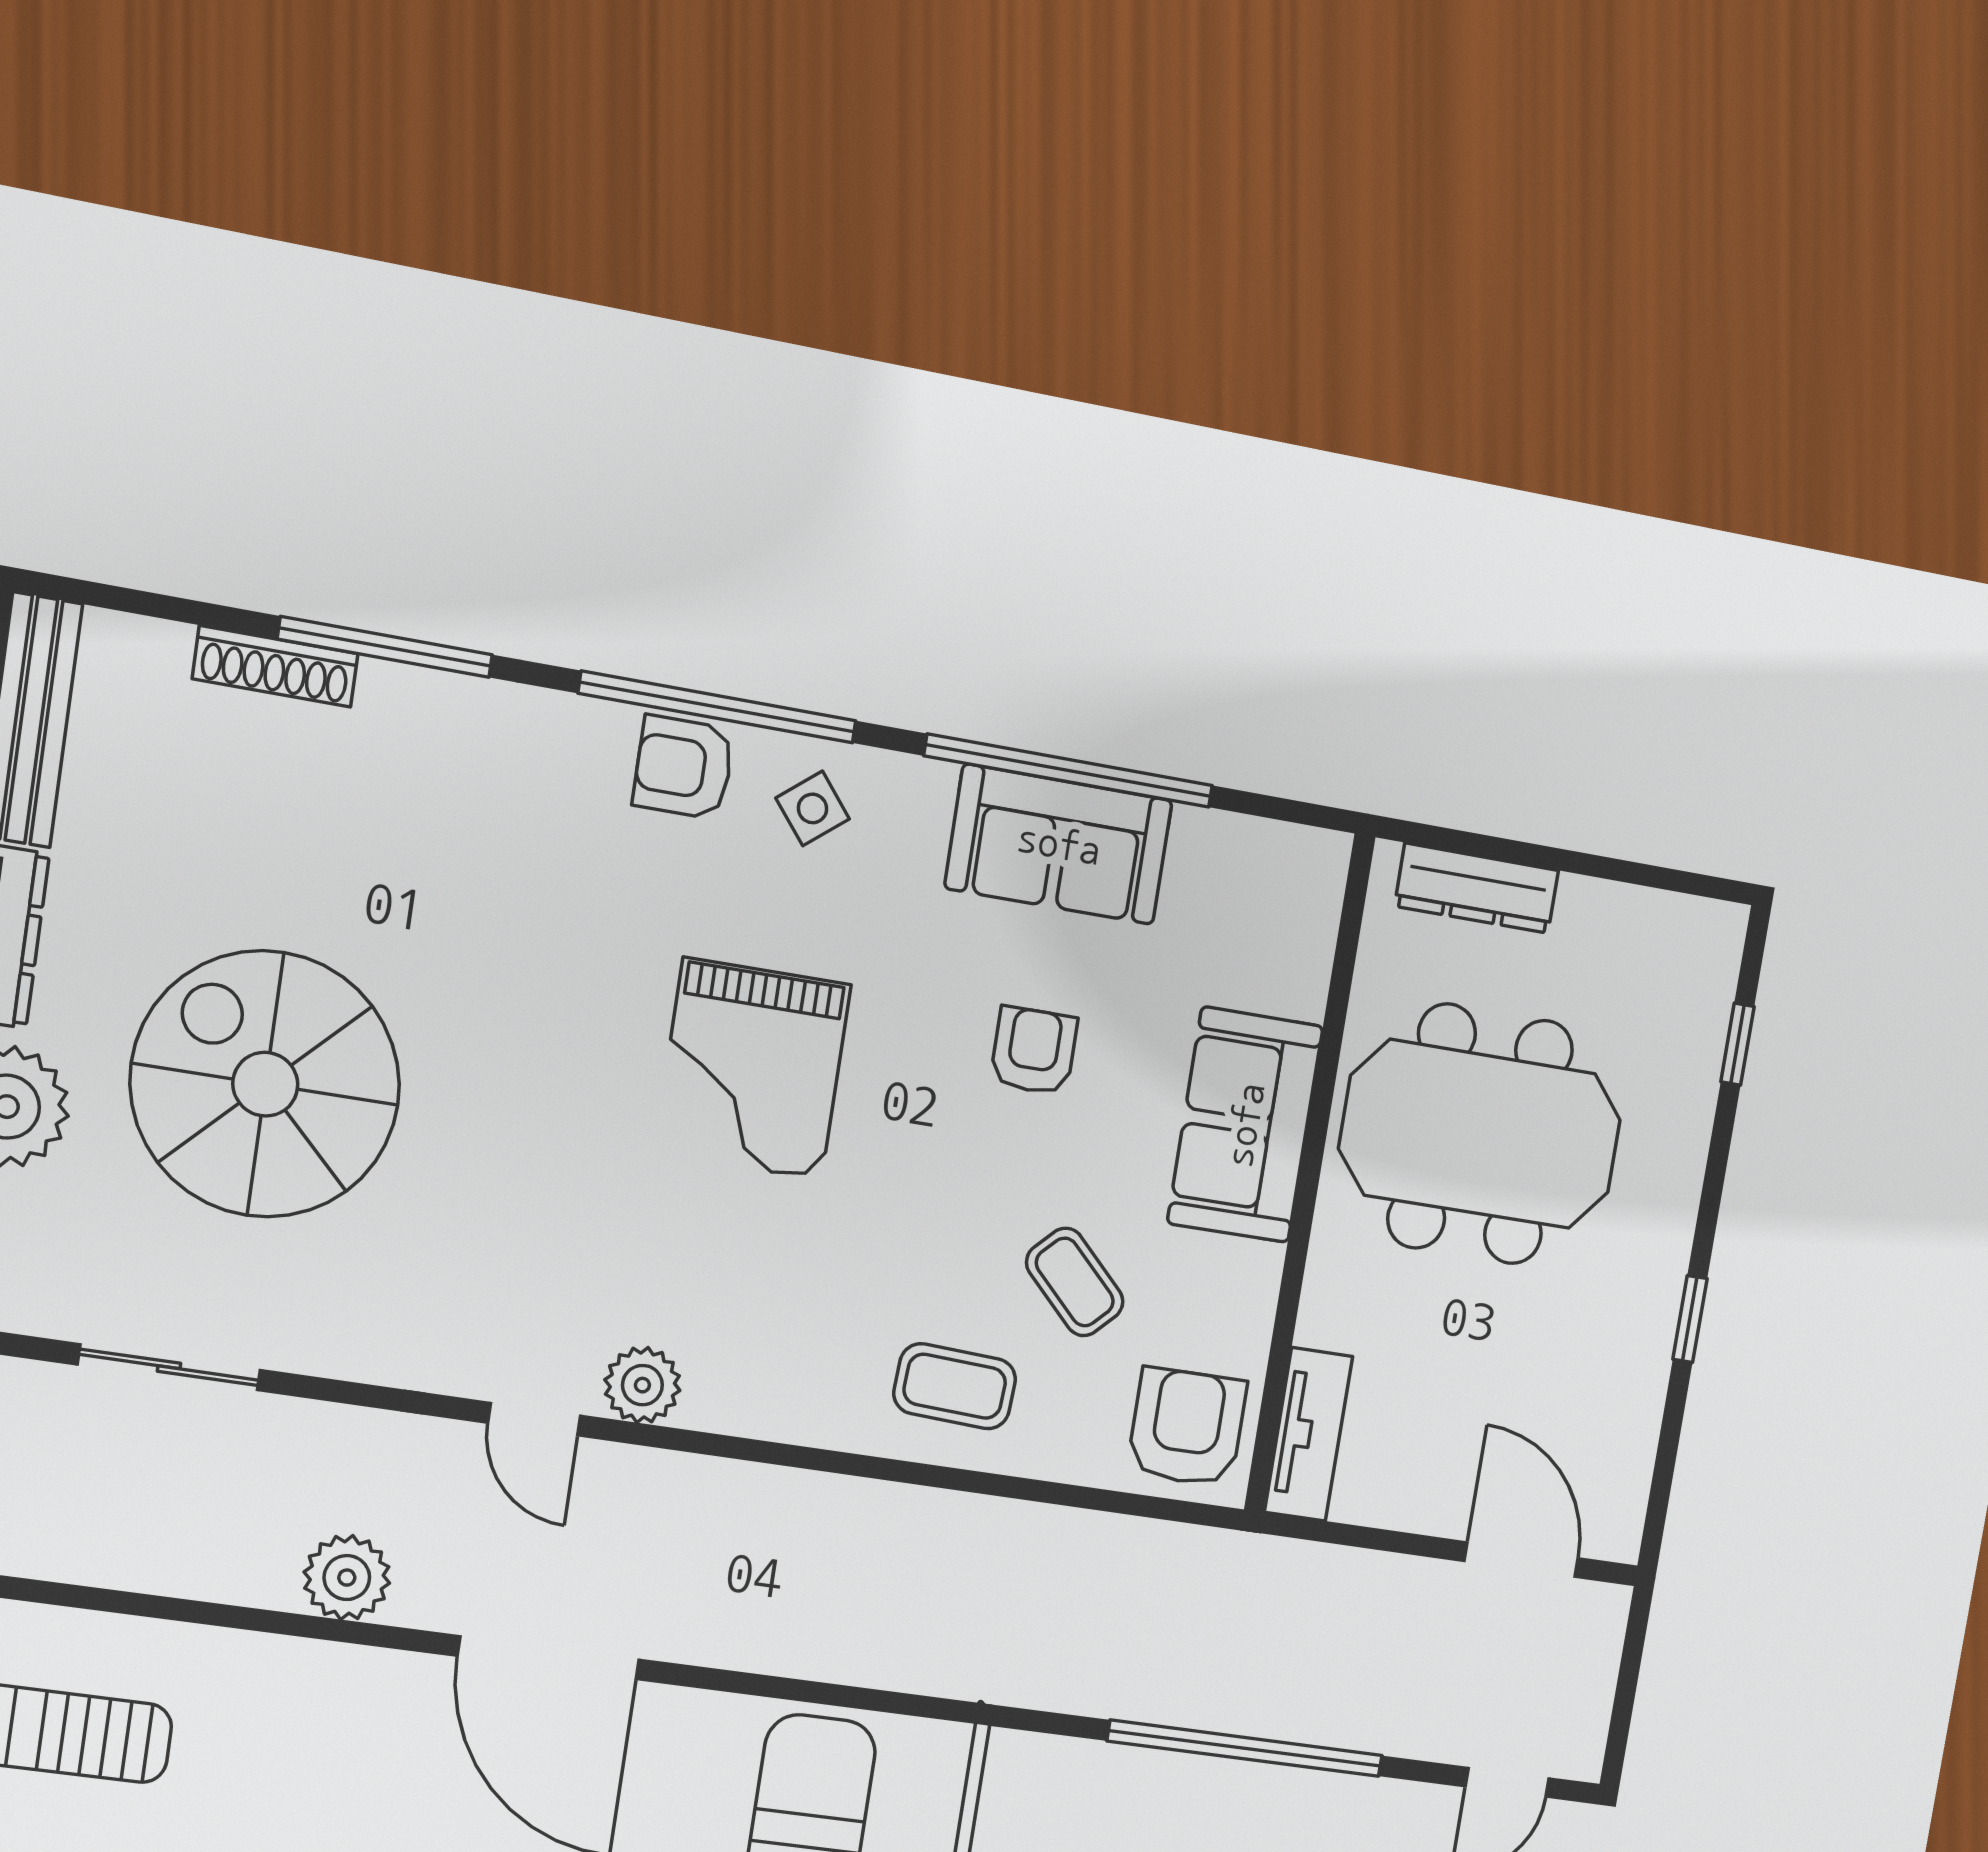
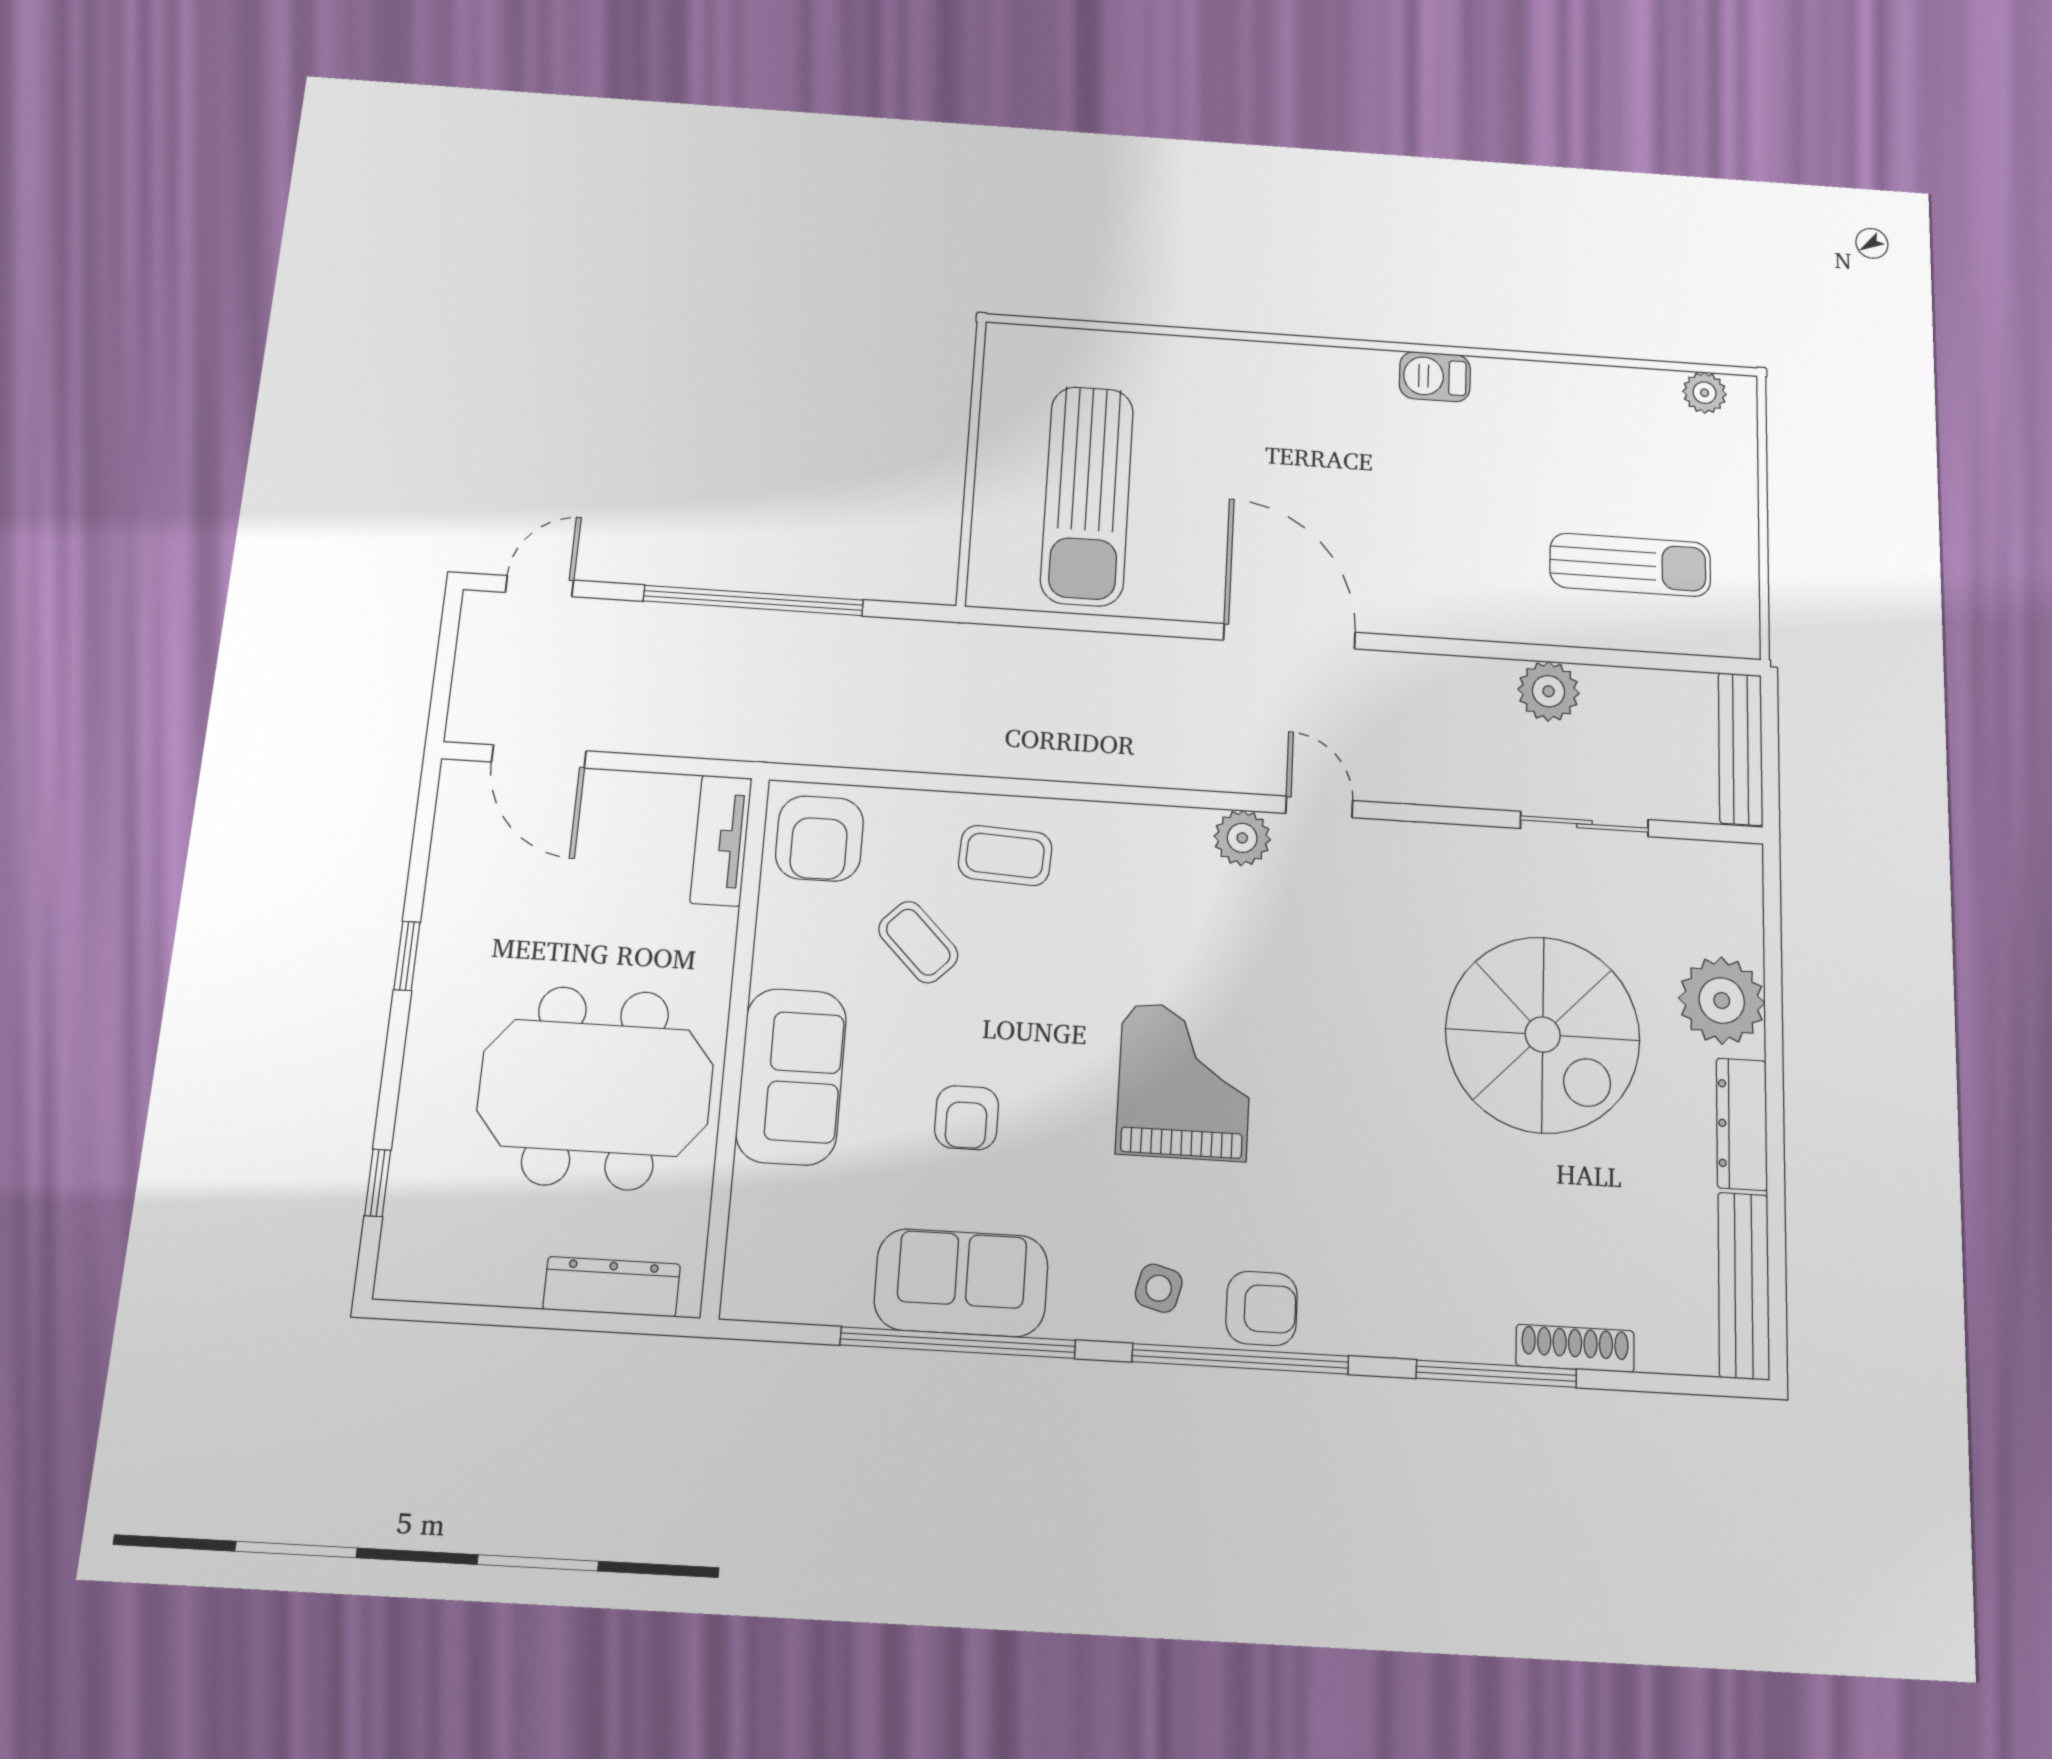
side table: (813, 808) -> (1159, 1288), turned -36
plant: (347, 1578) -> (1549, 691), moved

